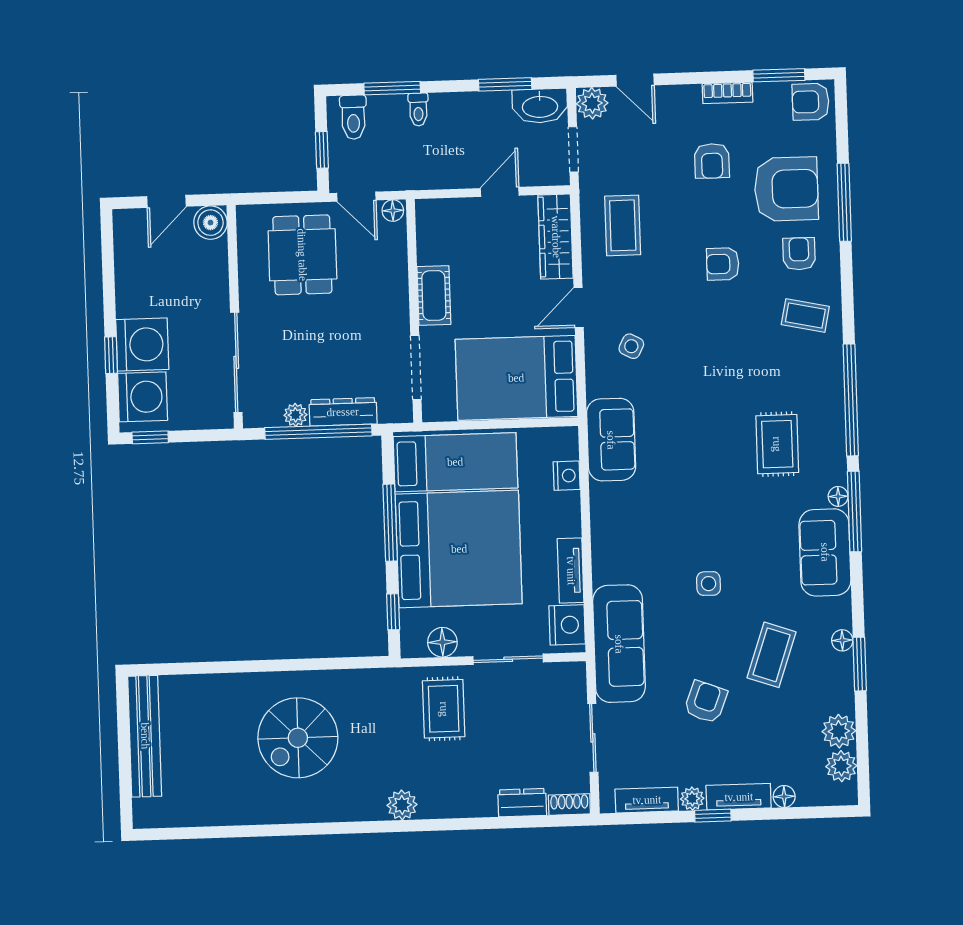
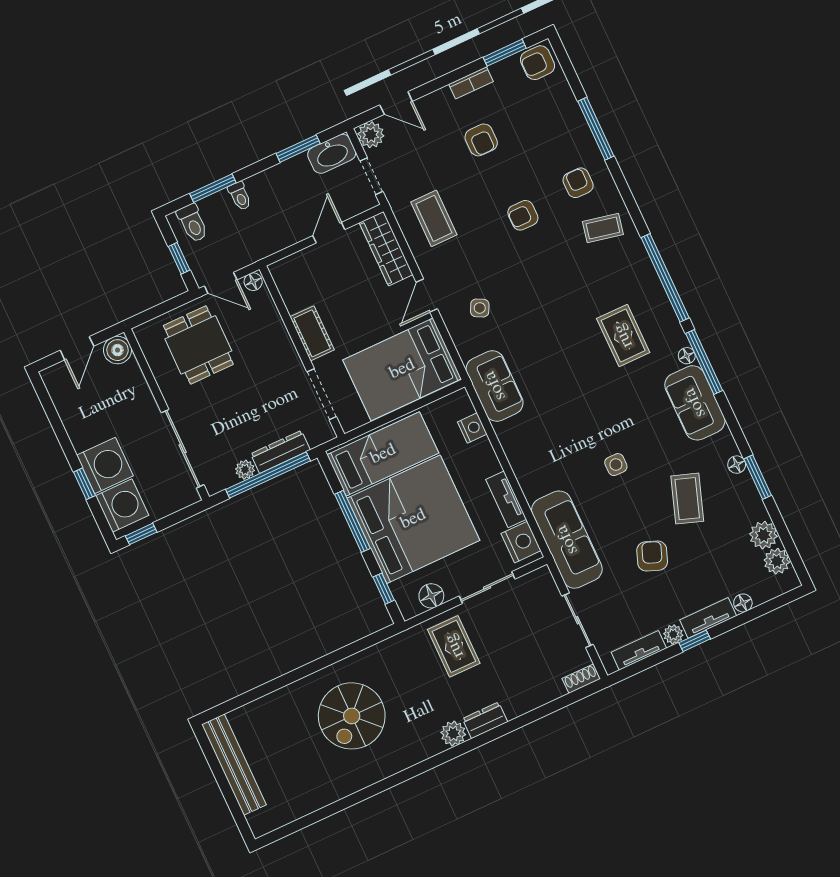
armchair: (786, 189) -> (547, 137), removed
dresser: (522, 803) -> (485, 720), moved

